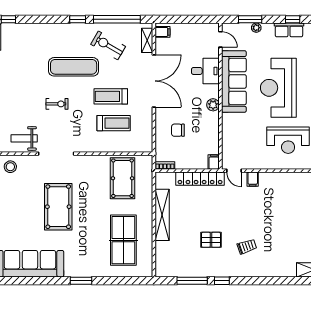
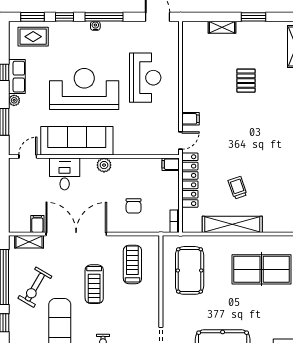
plant: (256, 28) -> (14, 100), moved
filing cabinet: (162, 32) -> (37, 224), moved
reception desk: (278, 88) -> (84, 89), turned 180
treadmill: (114, 123) -> (132, 264), moved
pool table: (123, 178) -> (190, 270), turned 90
pallet: (211, 240) -> (246, 81), moved
trolley: (247, 246) -> (238, 188), moved

